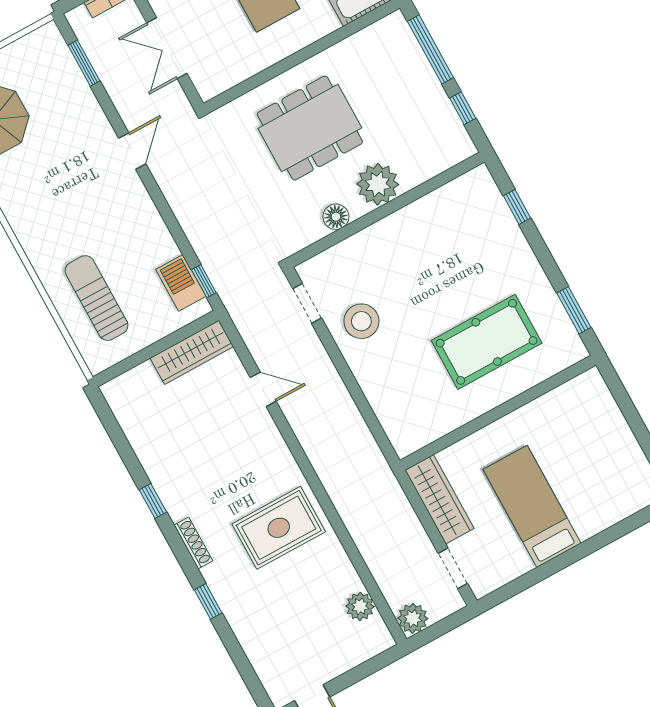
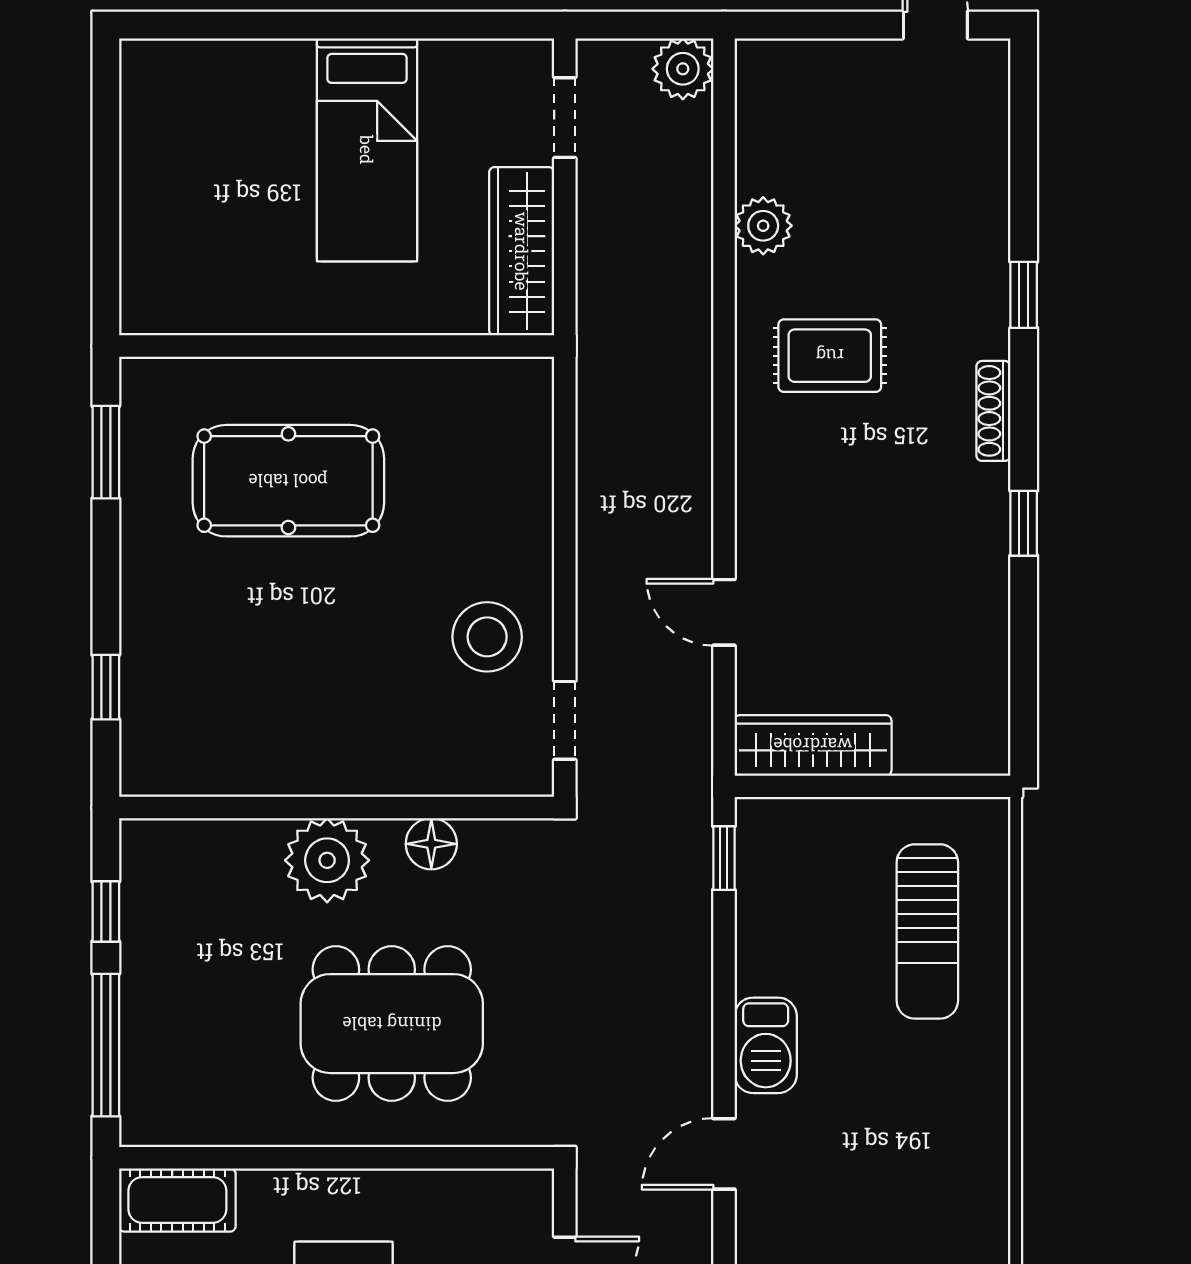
barbecue: (181, 283) -> (766, 1045), moved
rug: (279, 528) -> (830, 356), width x0.73, depth x0.70
plant: (360, 606) -> (763, 226), moved

